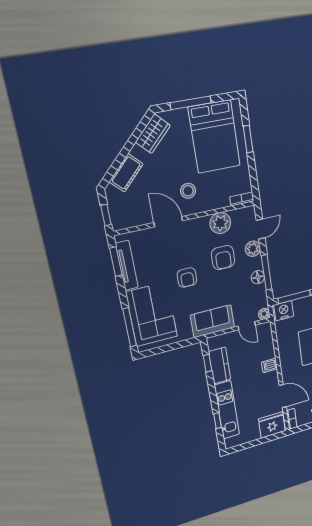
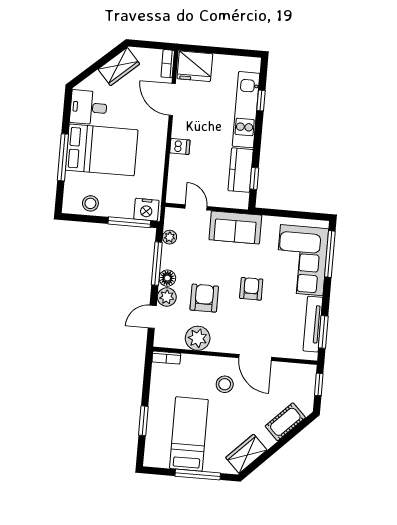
bed: (214, 137) -> (189, 434), width x0.67
floor lamp: (258, 277) -> (167, 278), moved
plant: (264, 314) -> (170, 237), moved

